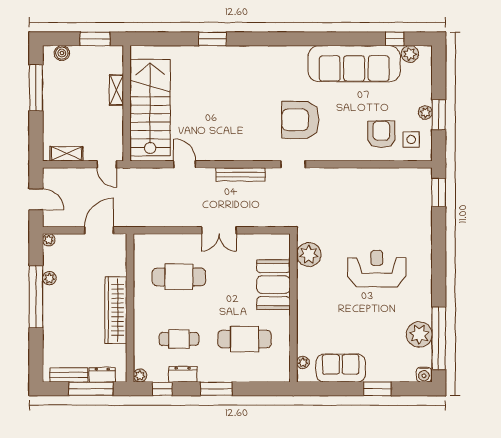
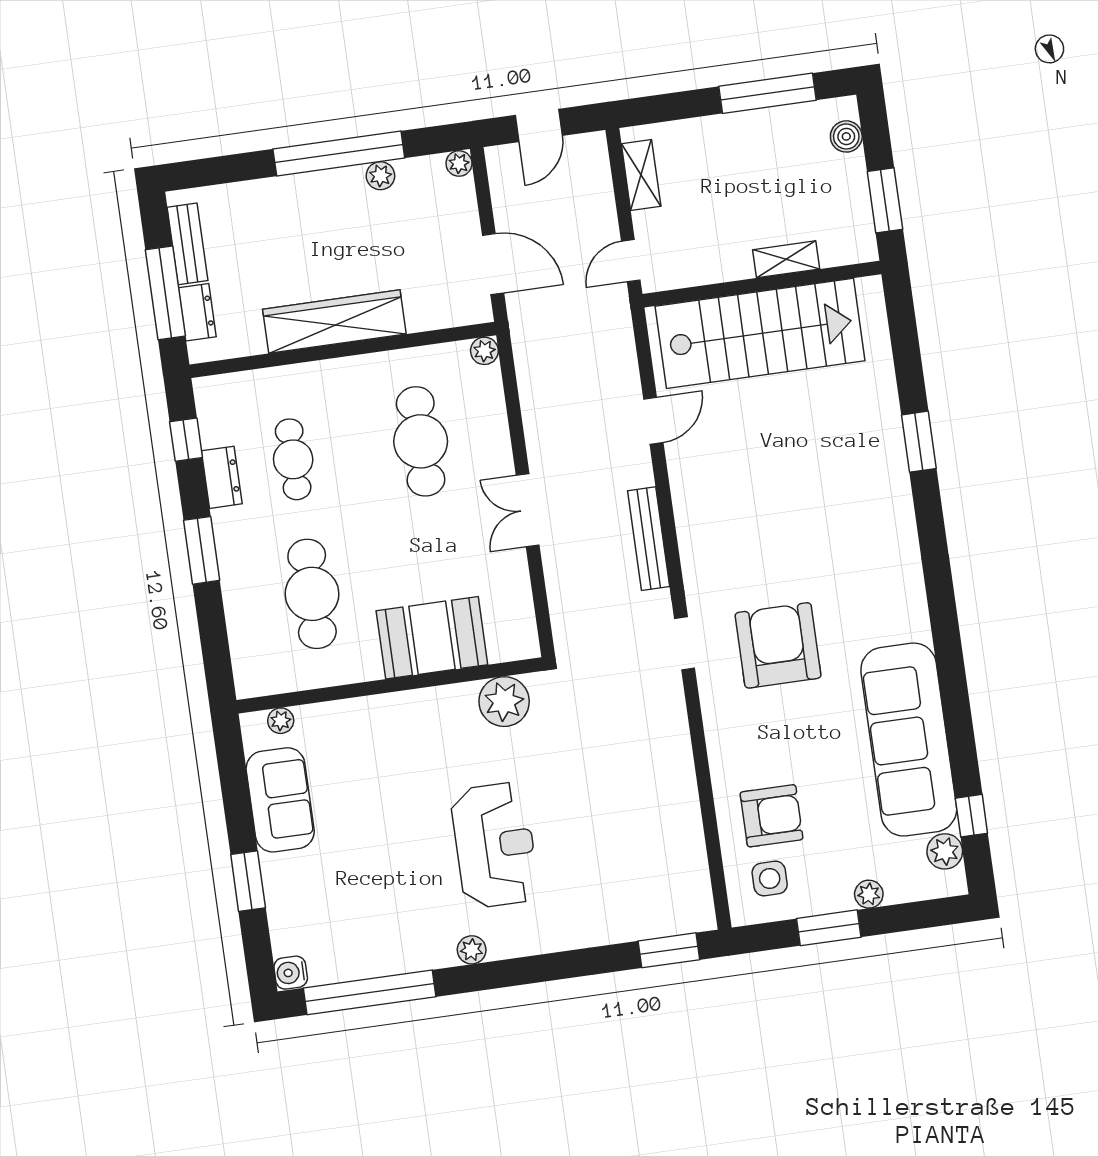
plant: (425, 112) -> (869, 894), moved
plant: (419, 334) -> (472, 950), moved, width x0.53, depth x0.53
plant: (140, 376) -> (484, 351), moved

